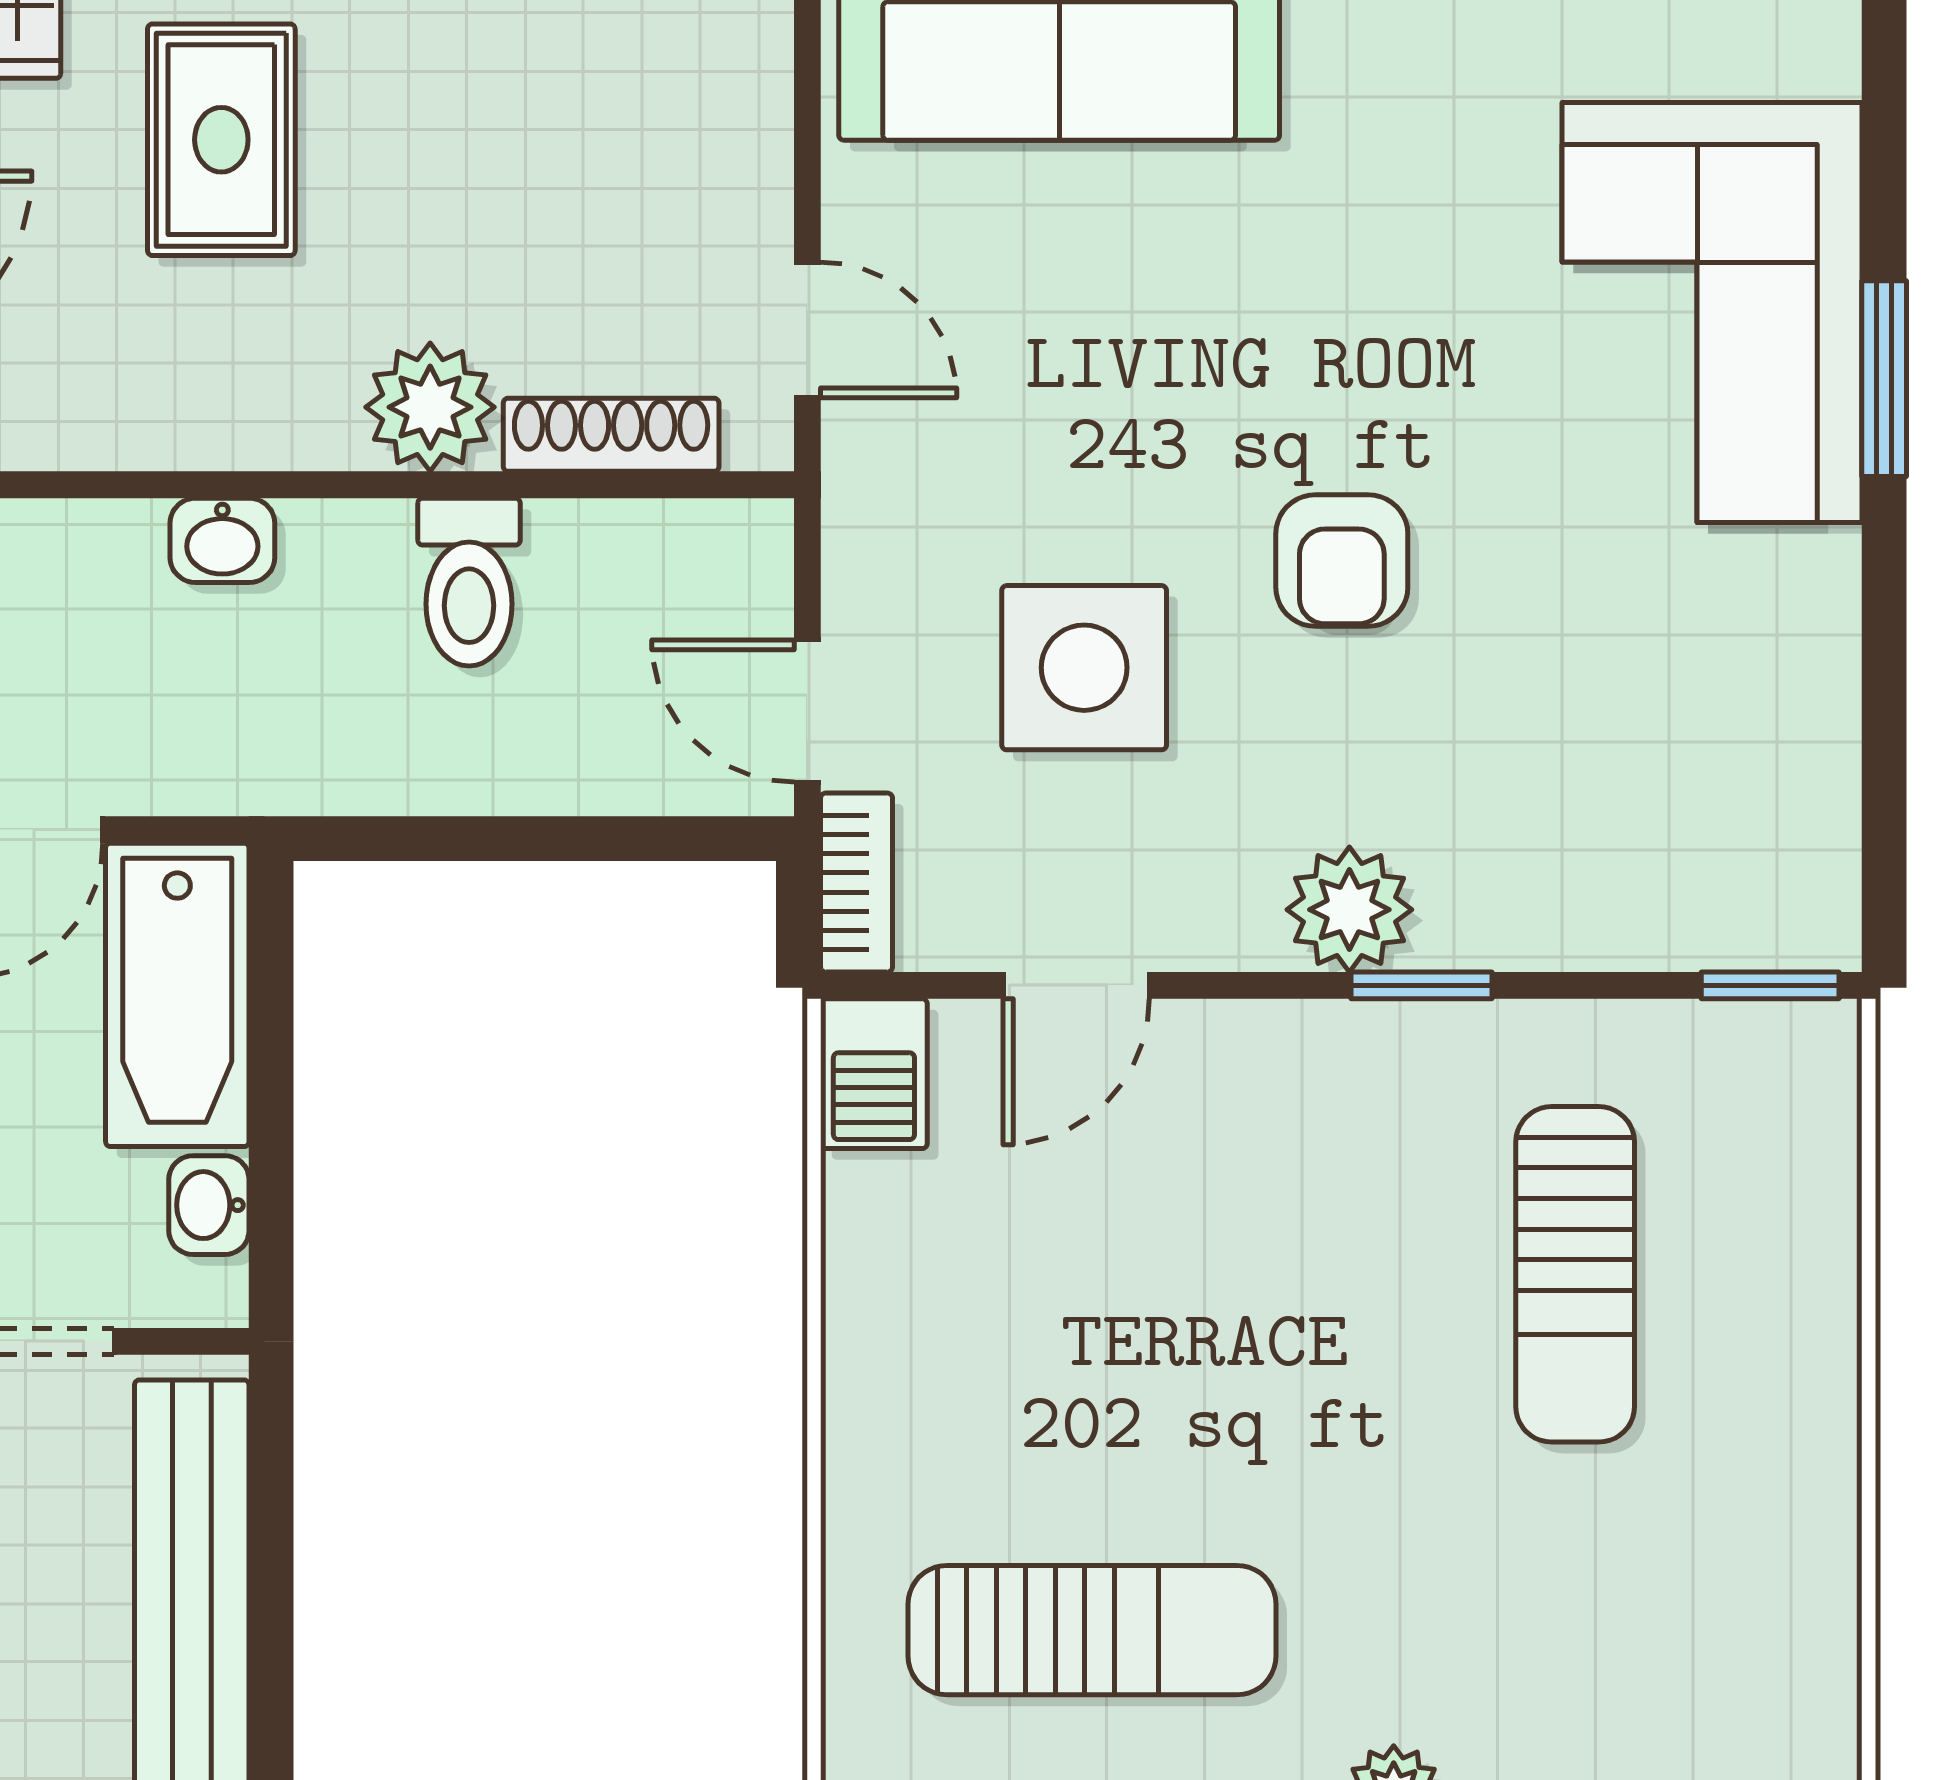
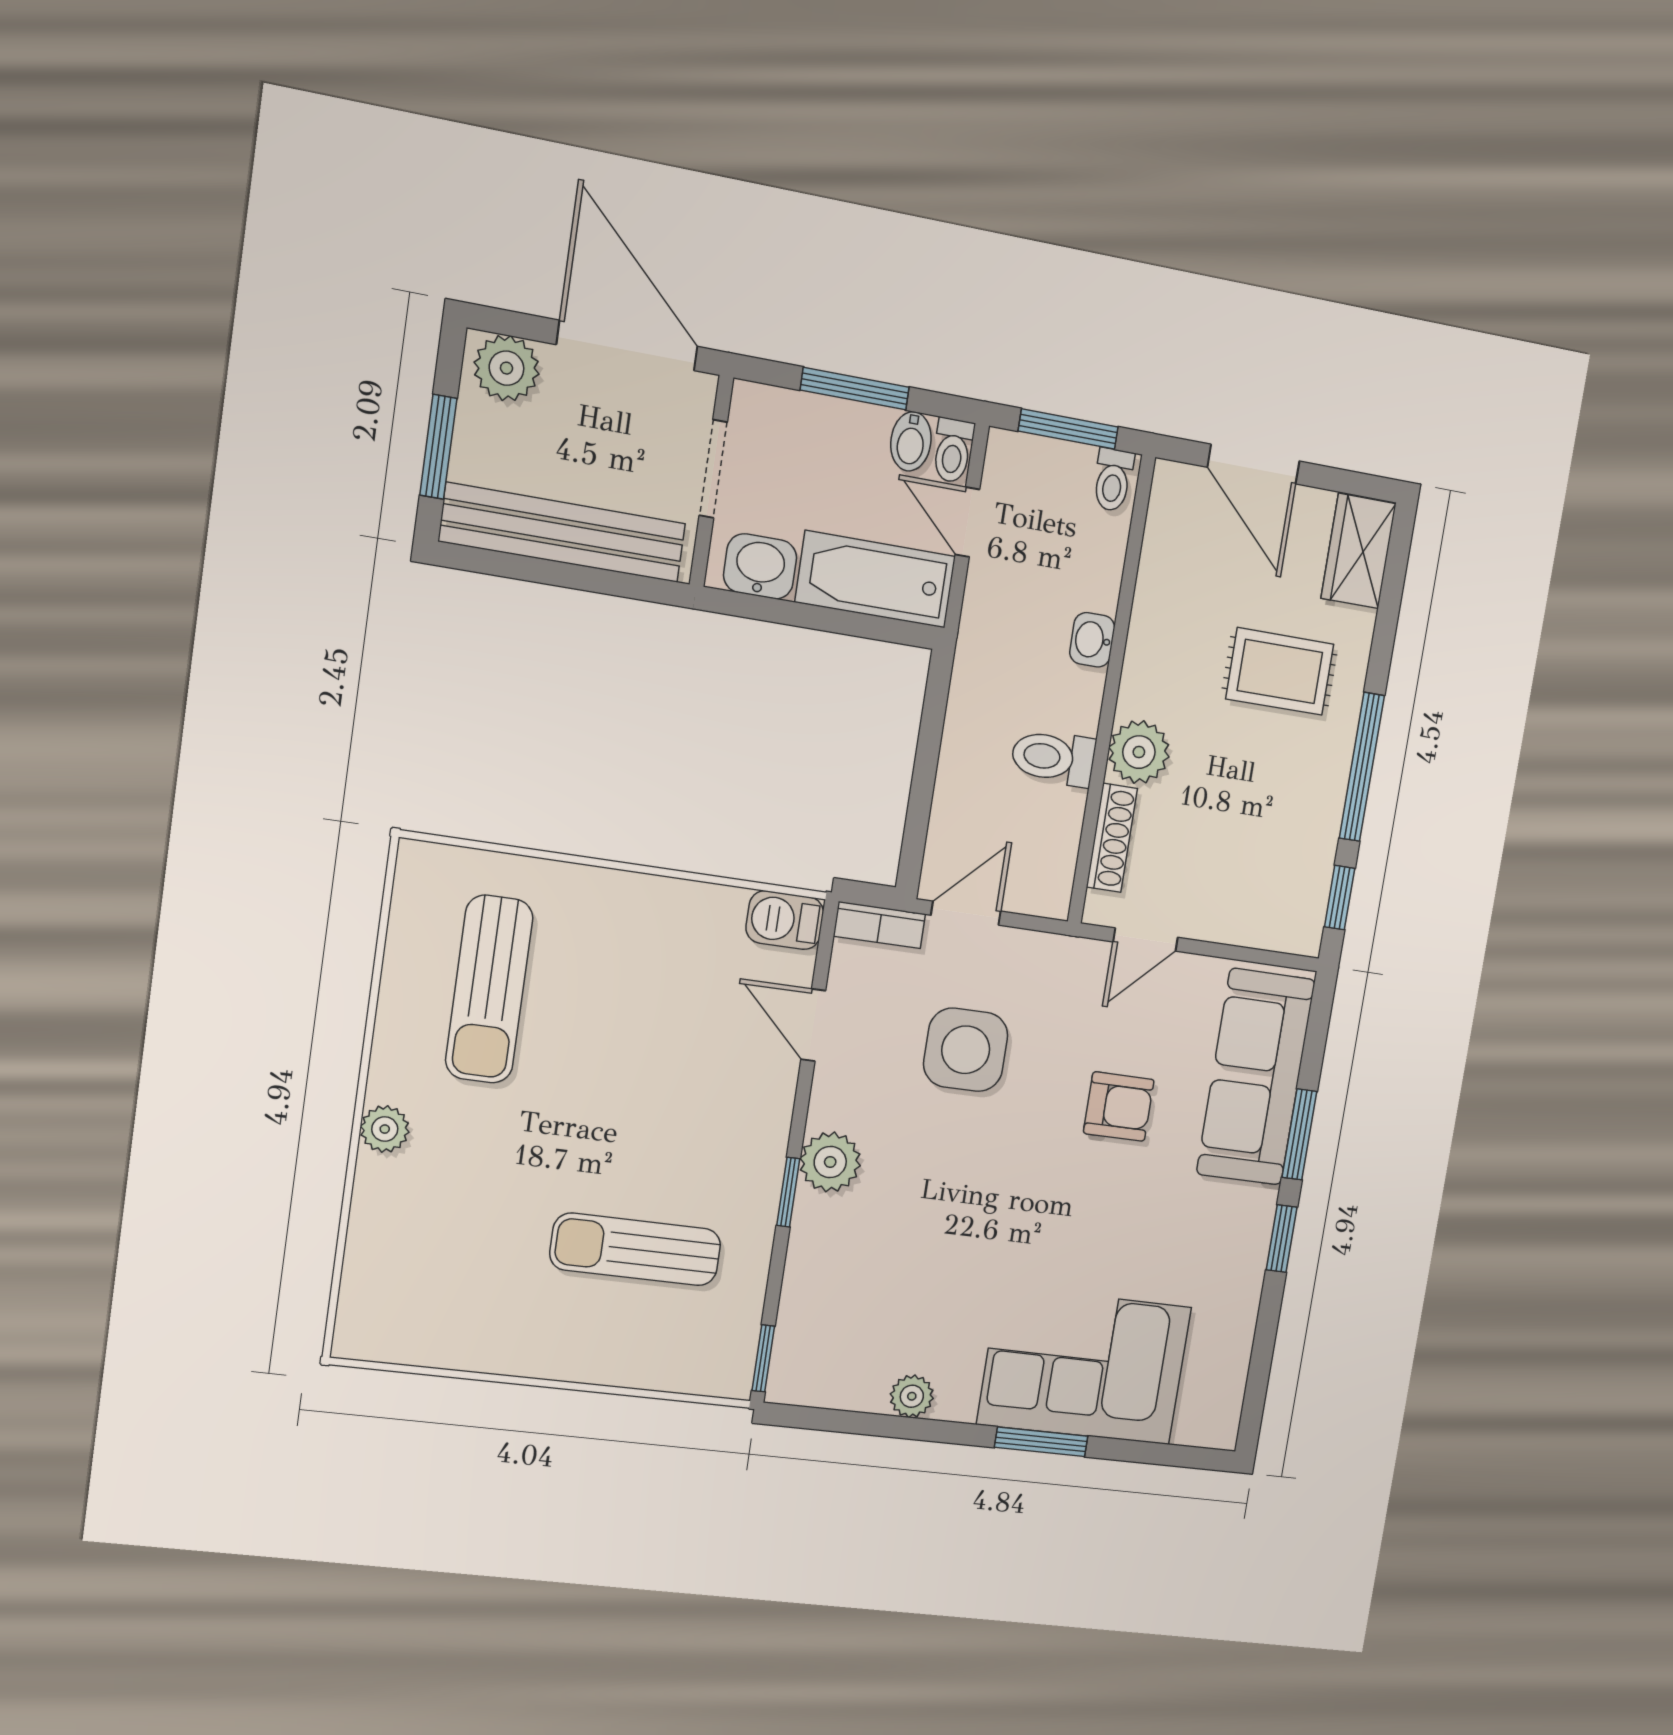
armchair: (1342, 561) -> (1119, 1106), moved, turned 180
plant: (1816, 667) -> (912, 1396), added
washbasin: (209, 1205) -> (760, 566), width x1.38, depth x1.45

